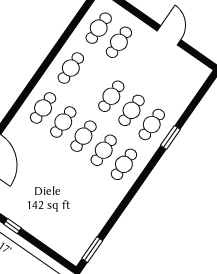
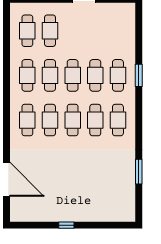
cafe table: (91, 82) -> (50, 75), added
window: (92, 250) -> (139, 172), moved

